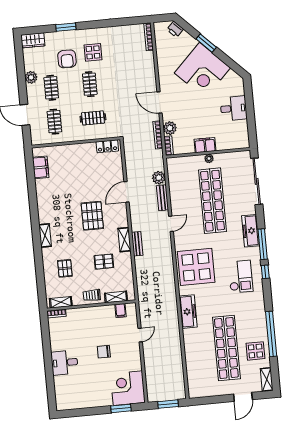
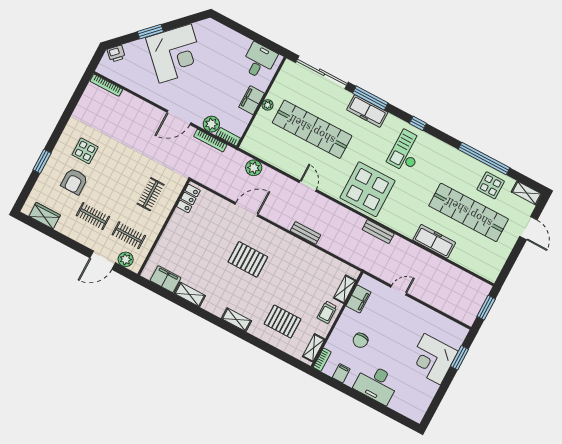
wardrobe: (33, 40) -> (45, 216), moved, turned -90
armchair: (67, 59) -> (74, 181), turned 90
plant: (31, 77) -> (126, 259), moved
clothes rail: (90, 84) -> (115, 175), removed
desk: (234, 108) -> (259, 61), moved
door: (127, 192) -> (247, 209), swing flipped
bench: (162, 198) -> (378, 232), moved
shelving: (124, 240) -> (190, 294), moved
window: (263, 244) -> (370, 98), moved
pallet: (104, 262) -> (301, 278), removed
pallet: (65, 268) -> (282, 321), width x1.50, depth x1.42
checkout: (240, 277) -> (406, 151), turned -90
filing cabinet: (120, 311) -> (358, 299), width x2.00
freezer: (188, 312) -> (434, 241), moved
filing cabinet: (56, 333) -> (341, 373), added
door: (140, 335) -> (399, 290), hinge flipped
chair: (104, 352) -> (360, 340), moved
desk: (65, 363) -> (376, 384), width x1.37
corner desk: (128, 388) -> (432, 359), moved

